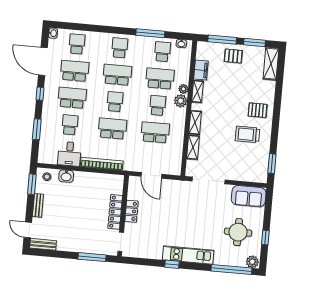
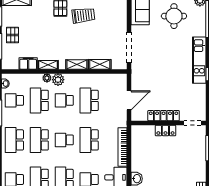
school desk: (120, 48) -> (14, 140), width x1.85
trolley: (247, 134) -> (83, 15), turned -97
locker: (131, 211) -> (164, 116), width x1.53
locker: (115, 212) -> (165, 131), width x0.66

